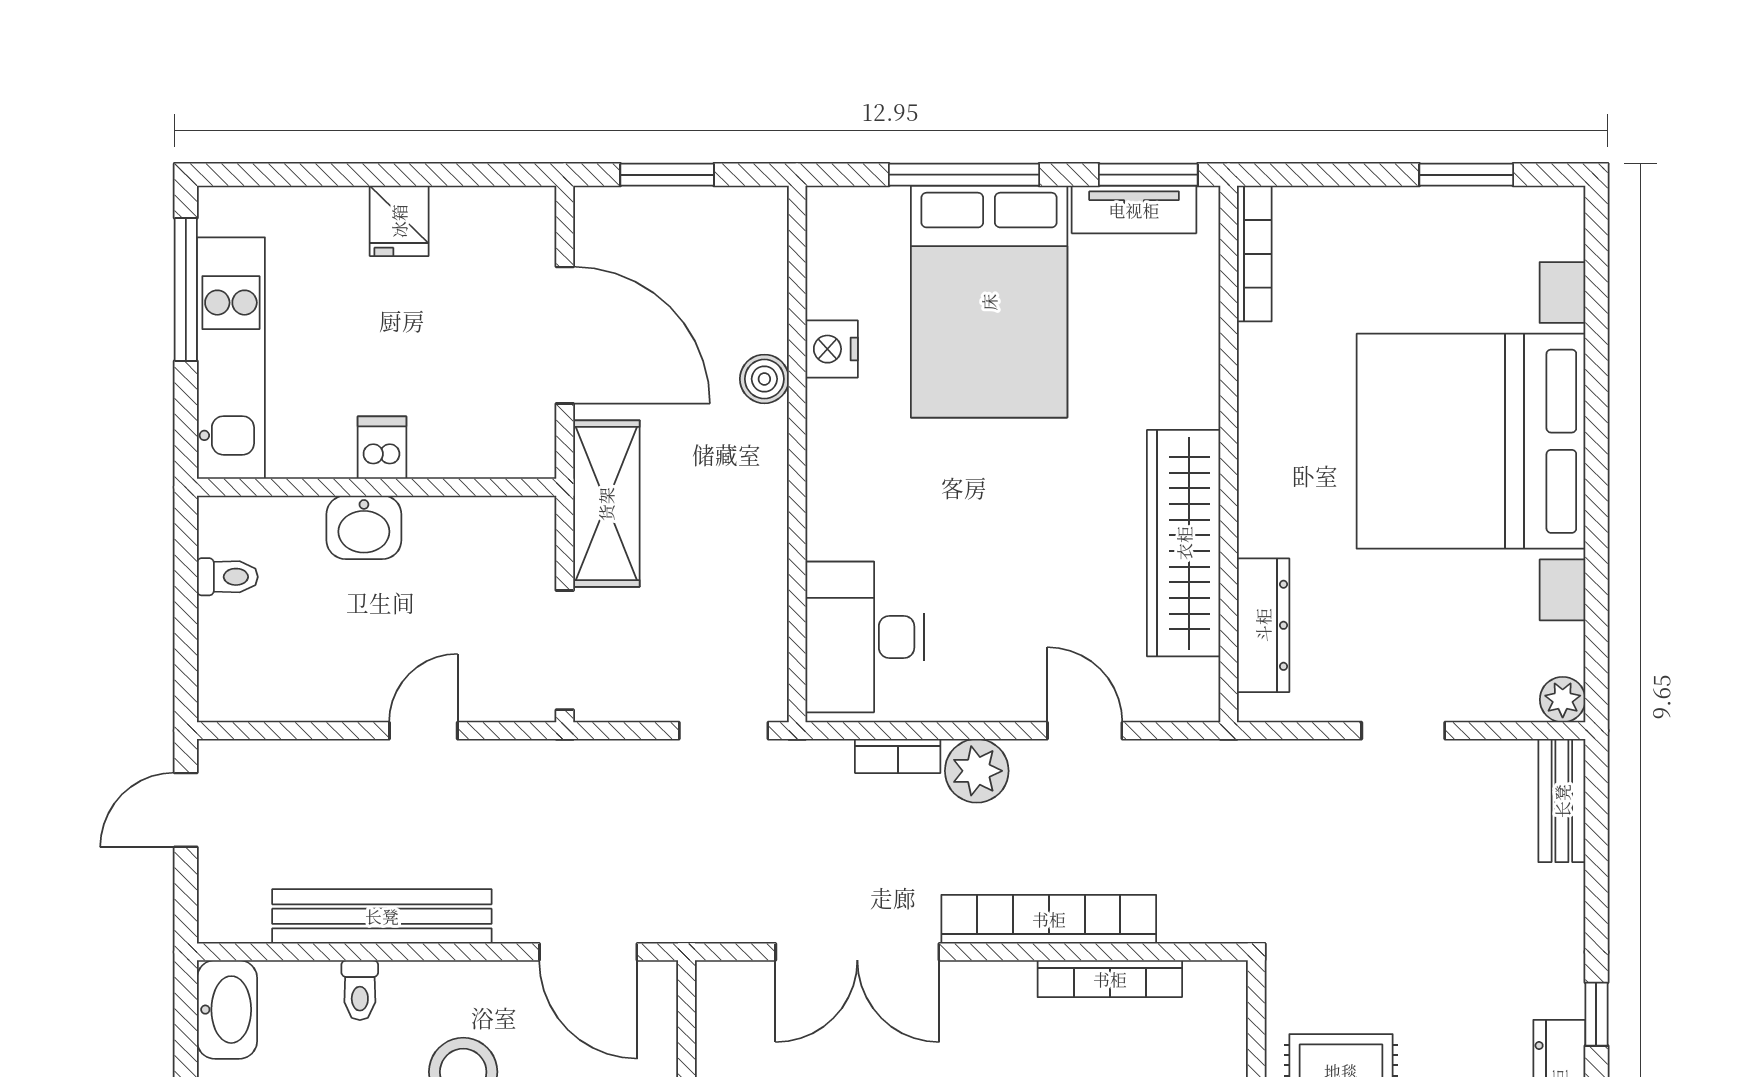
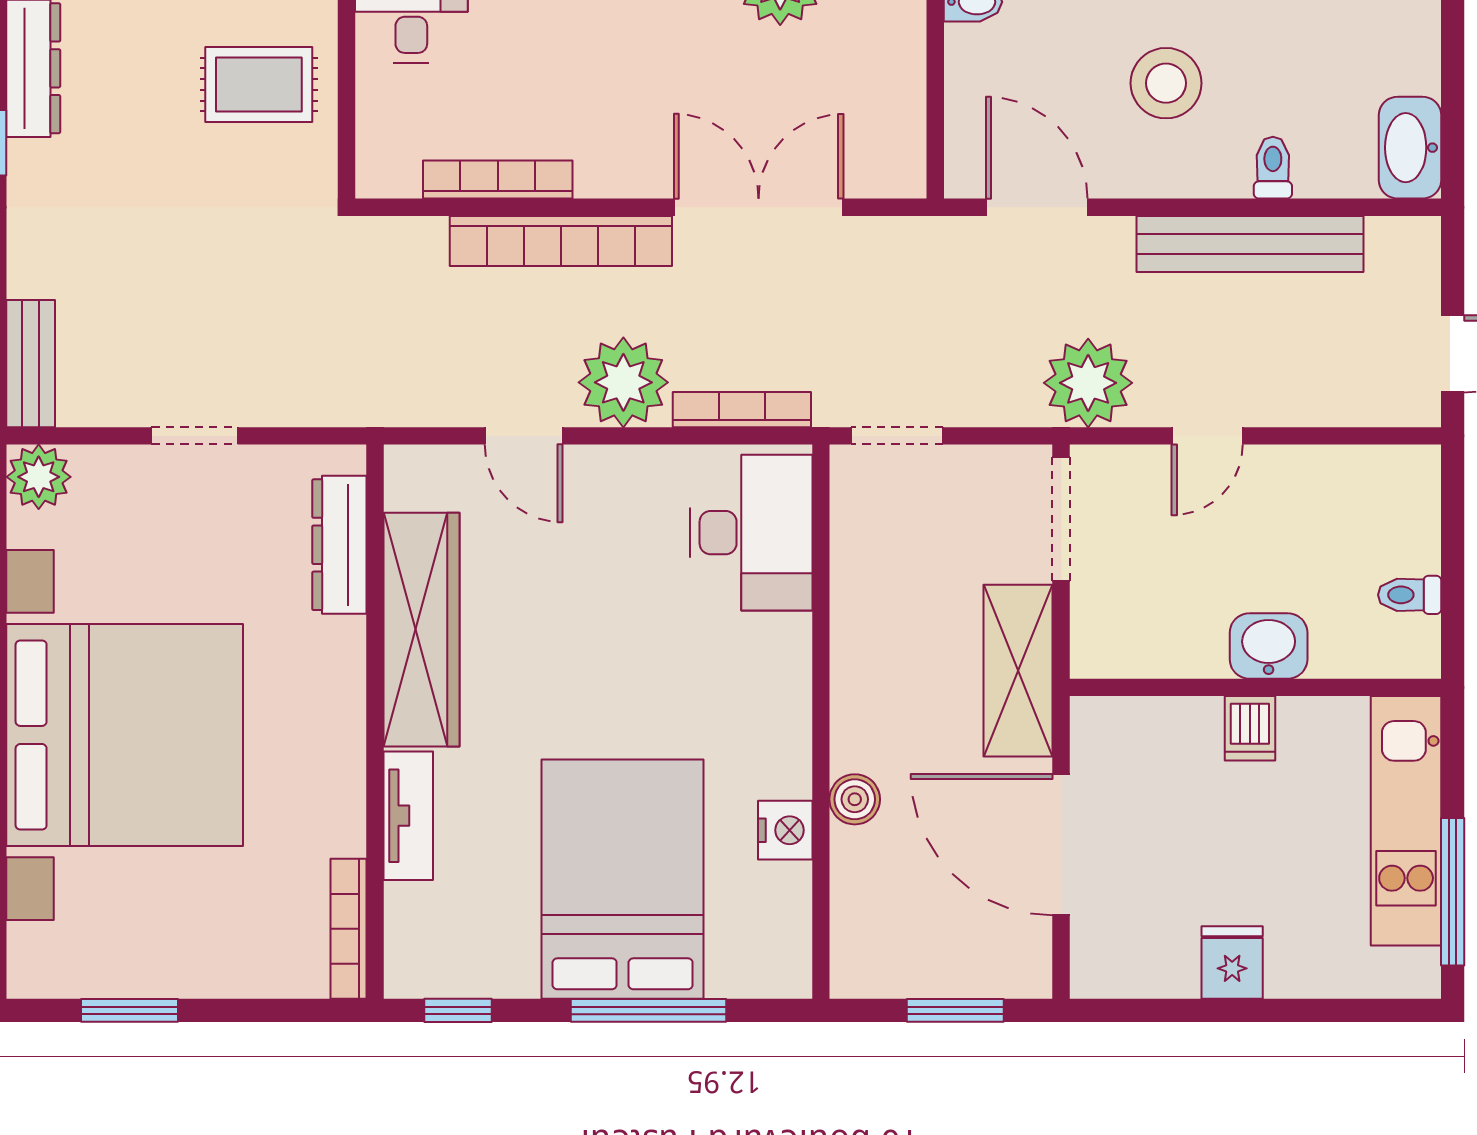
window: (1148, 175) -> (458, 1010), width x0.67
tv unit: (1134, 210) -> (408, 816), moved, turned 90
plant: (1563, 700) -> (39, 477), width x1.38, depth x1.38
bookcase: (898, 756) -> (742, 410), width x1.56
plant: (977, 771) -> (623, 382), width x1.36, depth x1.36
plant: (539, 782) -> (1088, 383), added

